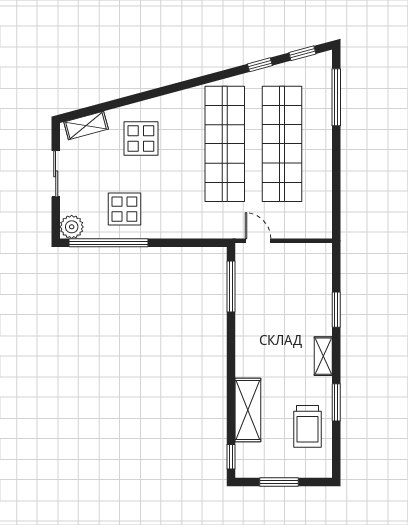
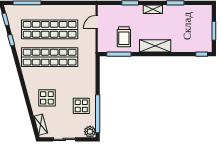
door: (258, 241) -> (97, 22), moved
shelving: (248, 410) -> (155, 46), moved
trolley: (307, 426) -> (124, 37), moved, turned 90

